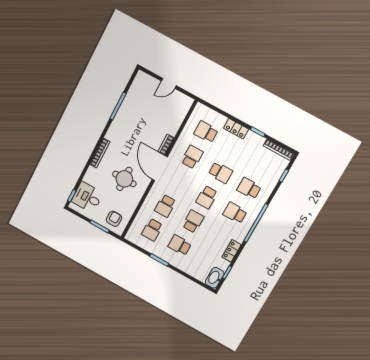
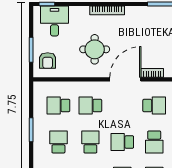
armchair: (114, 219) -> (48, 60), turned 90
school desk: (193, 221) -> (90, 142), turned -90

